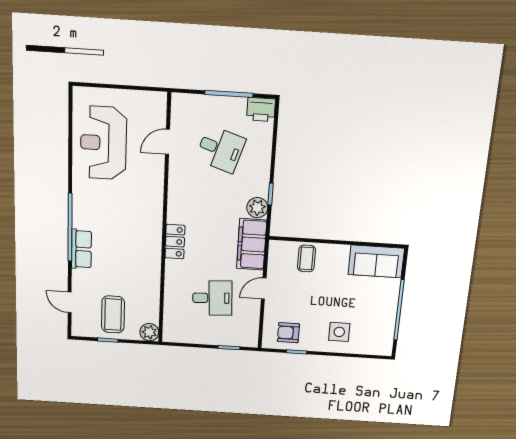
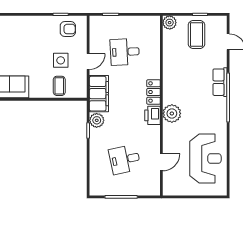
printer: (261, 109) -> (152, 115), moved, turned -90
desk: (220, 149) -> (125, 159), turned -30
plant: (150, 210) -> (172, 113), added
side table: (339, 332) -> (61, 60), moved

